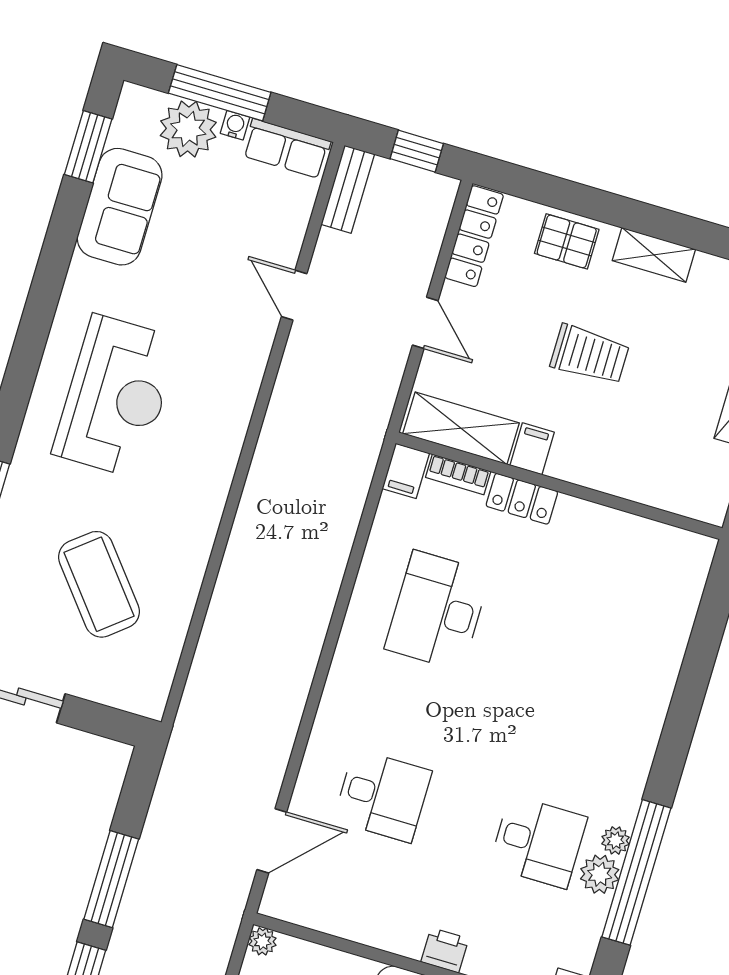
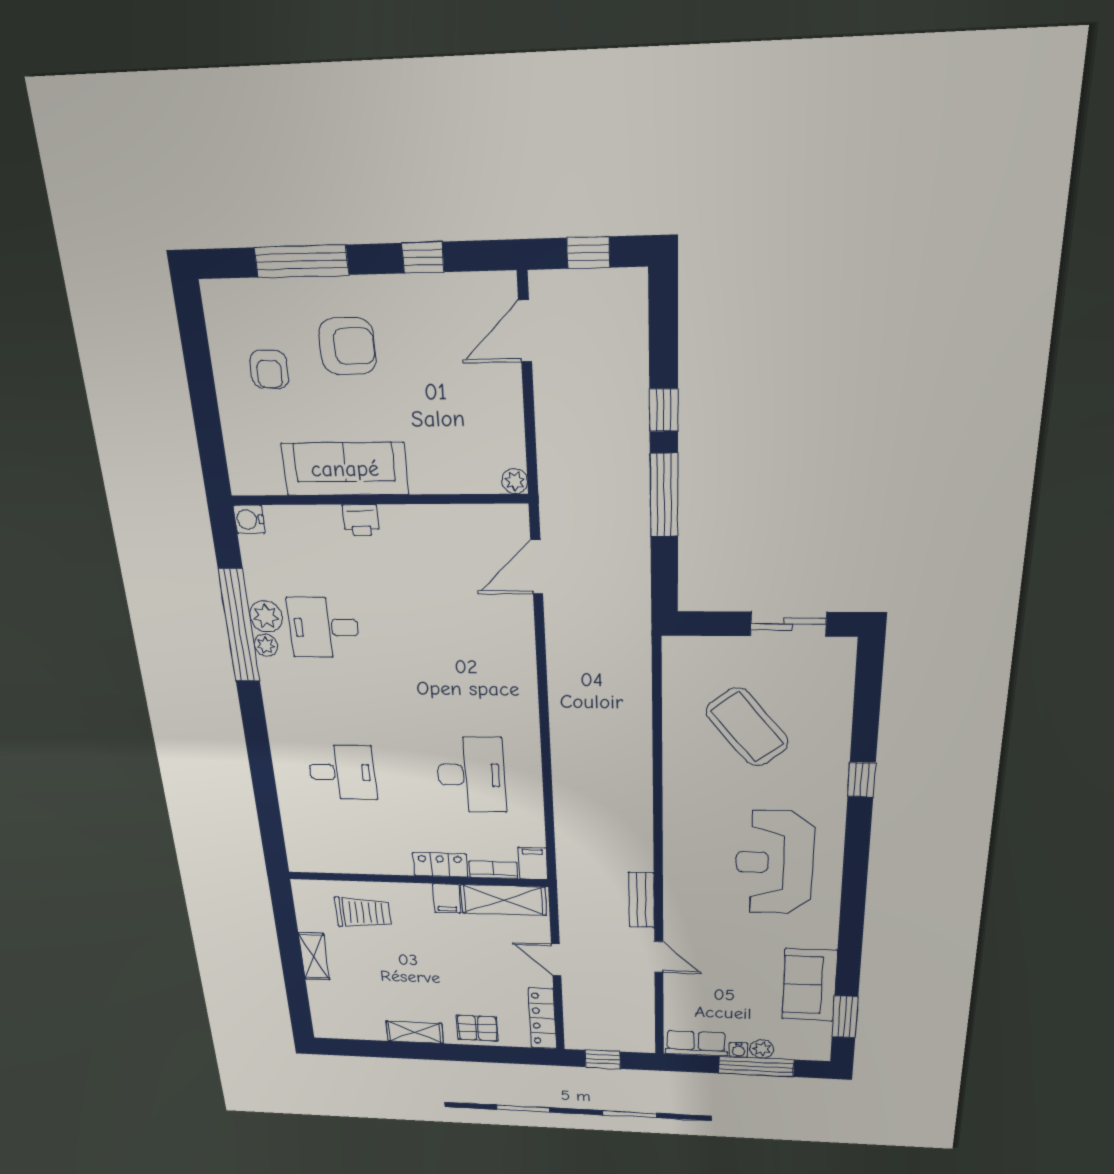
plant: (188, 129) -> (762, 1049), width x0.53, depth x0.53
bench: (348, 189) -> (641, 900), moved
trolley: (590, 355) -> (363, 912), moved, turned 180
desk: (383, 796) -> (342, 772), moved, turned 180

